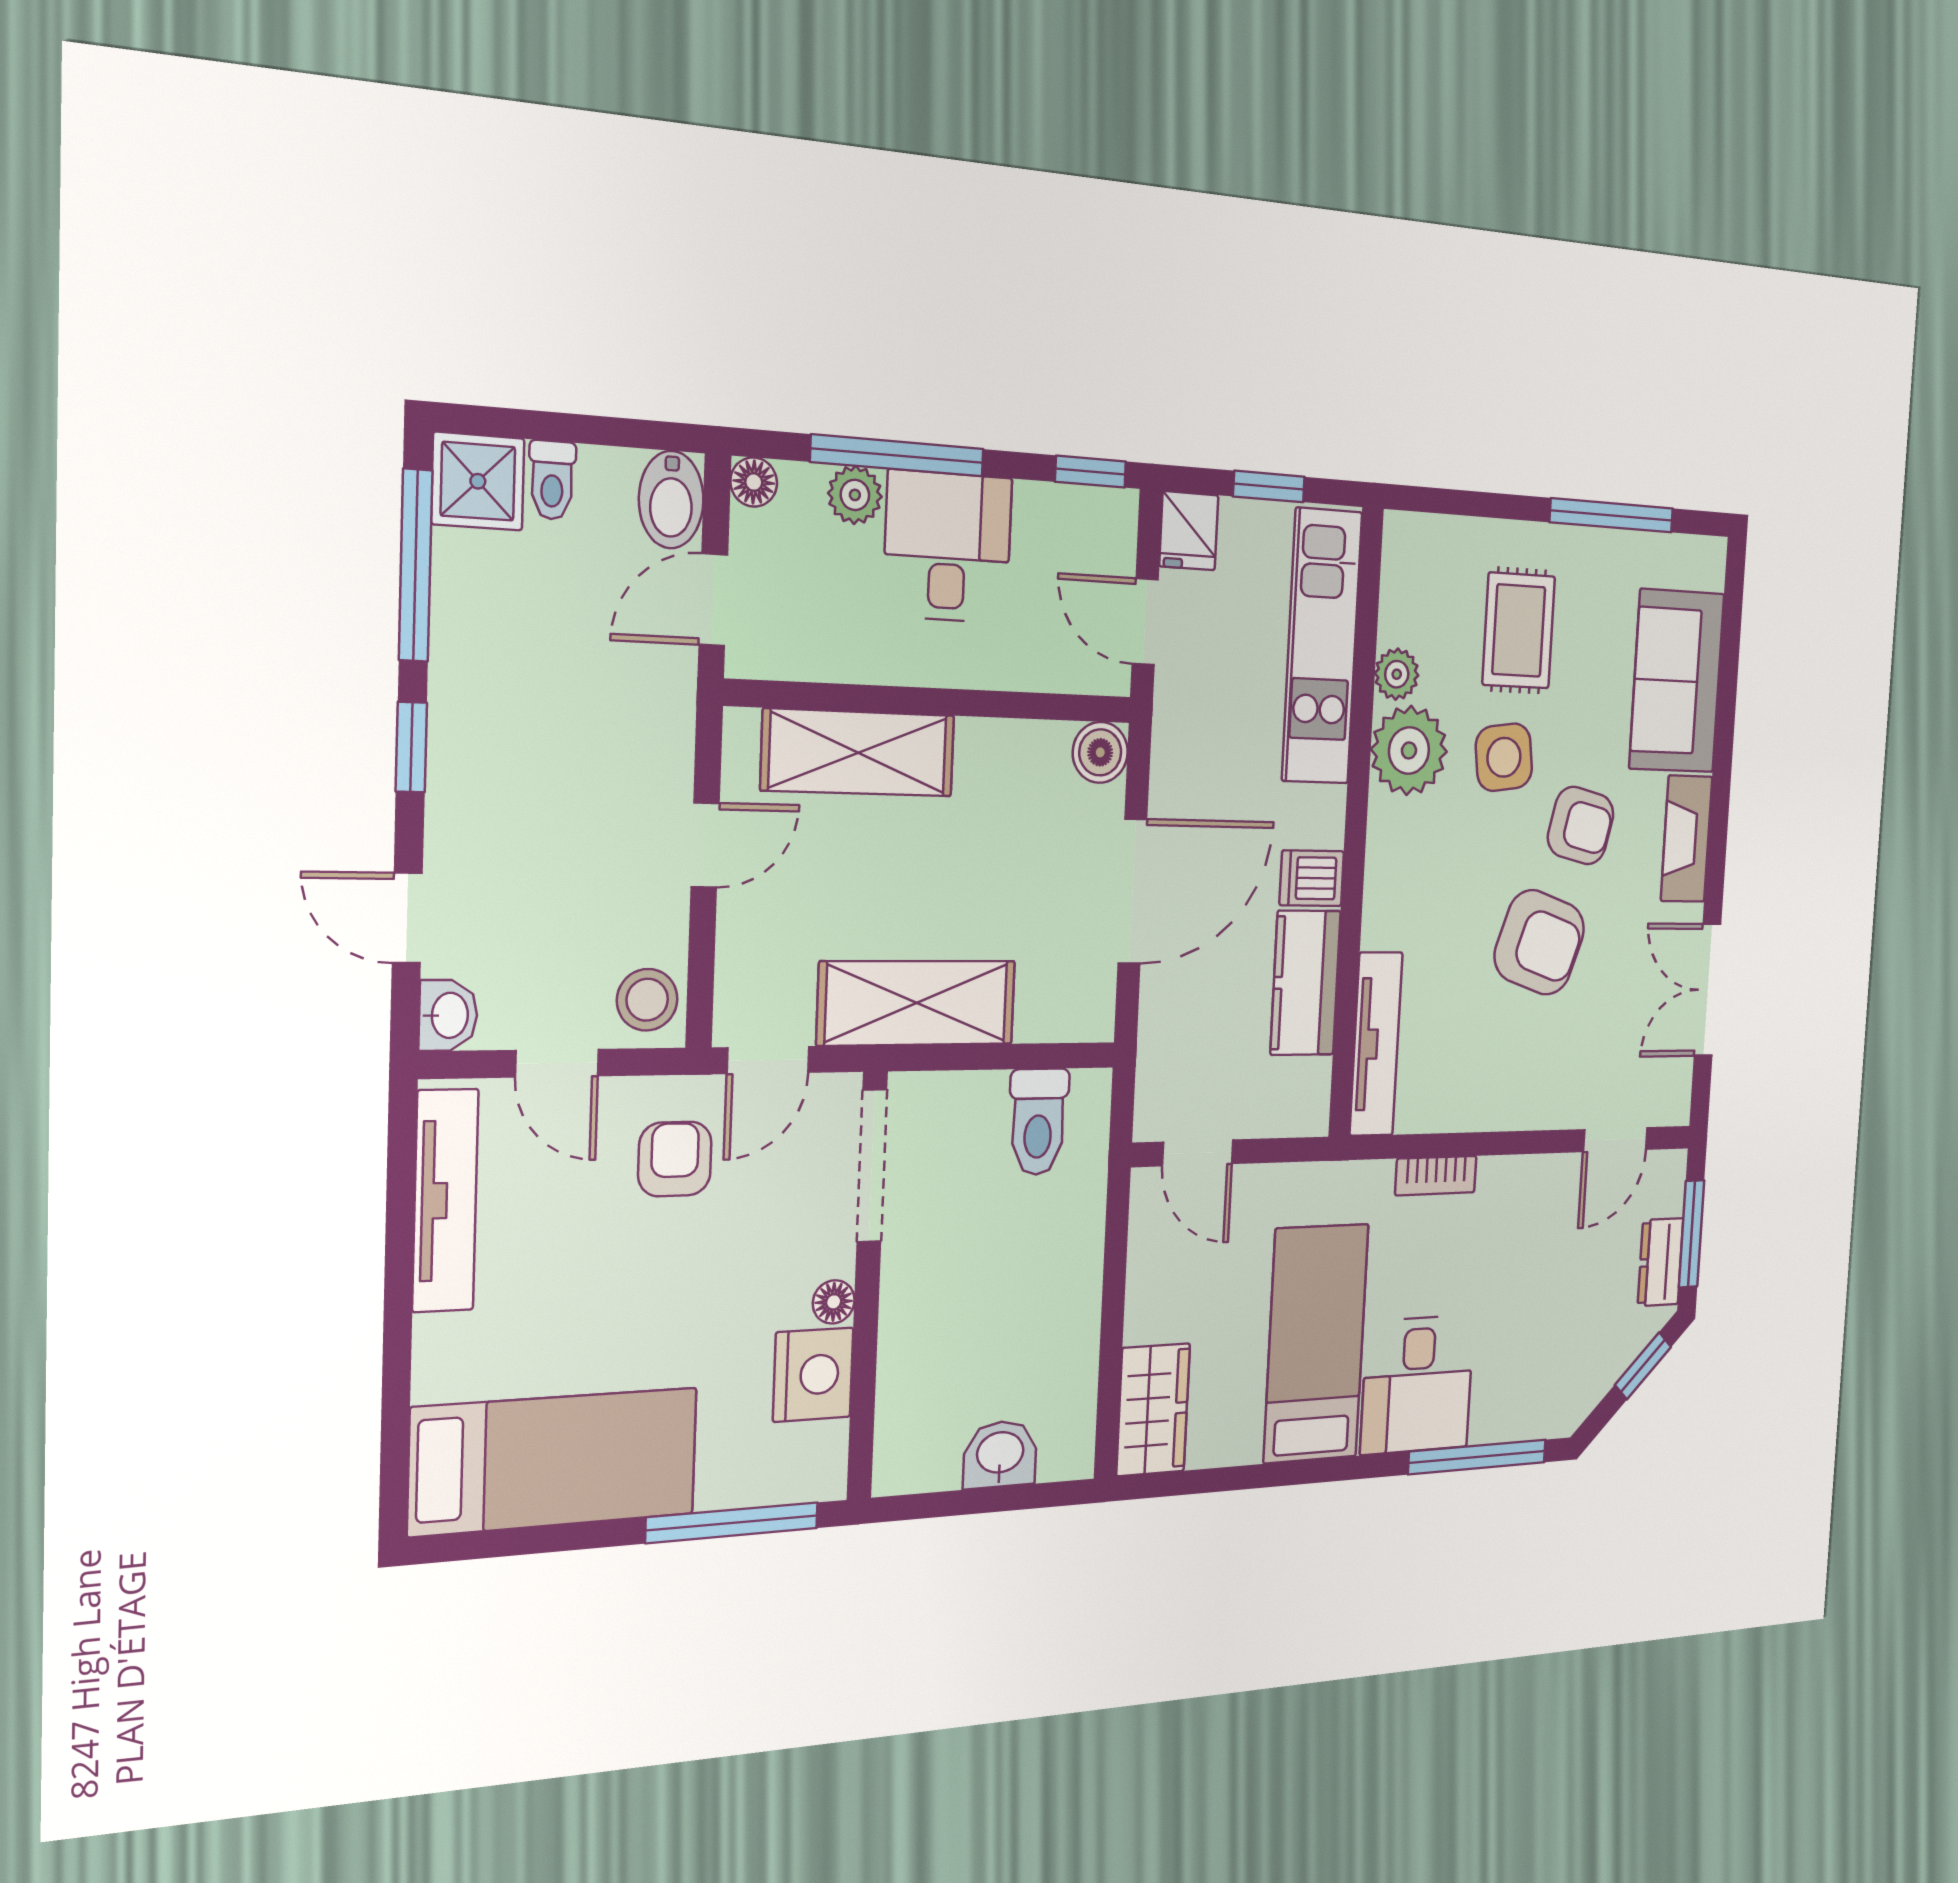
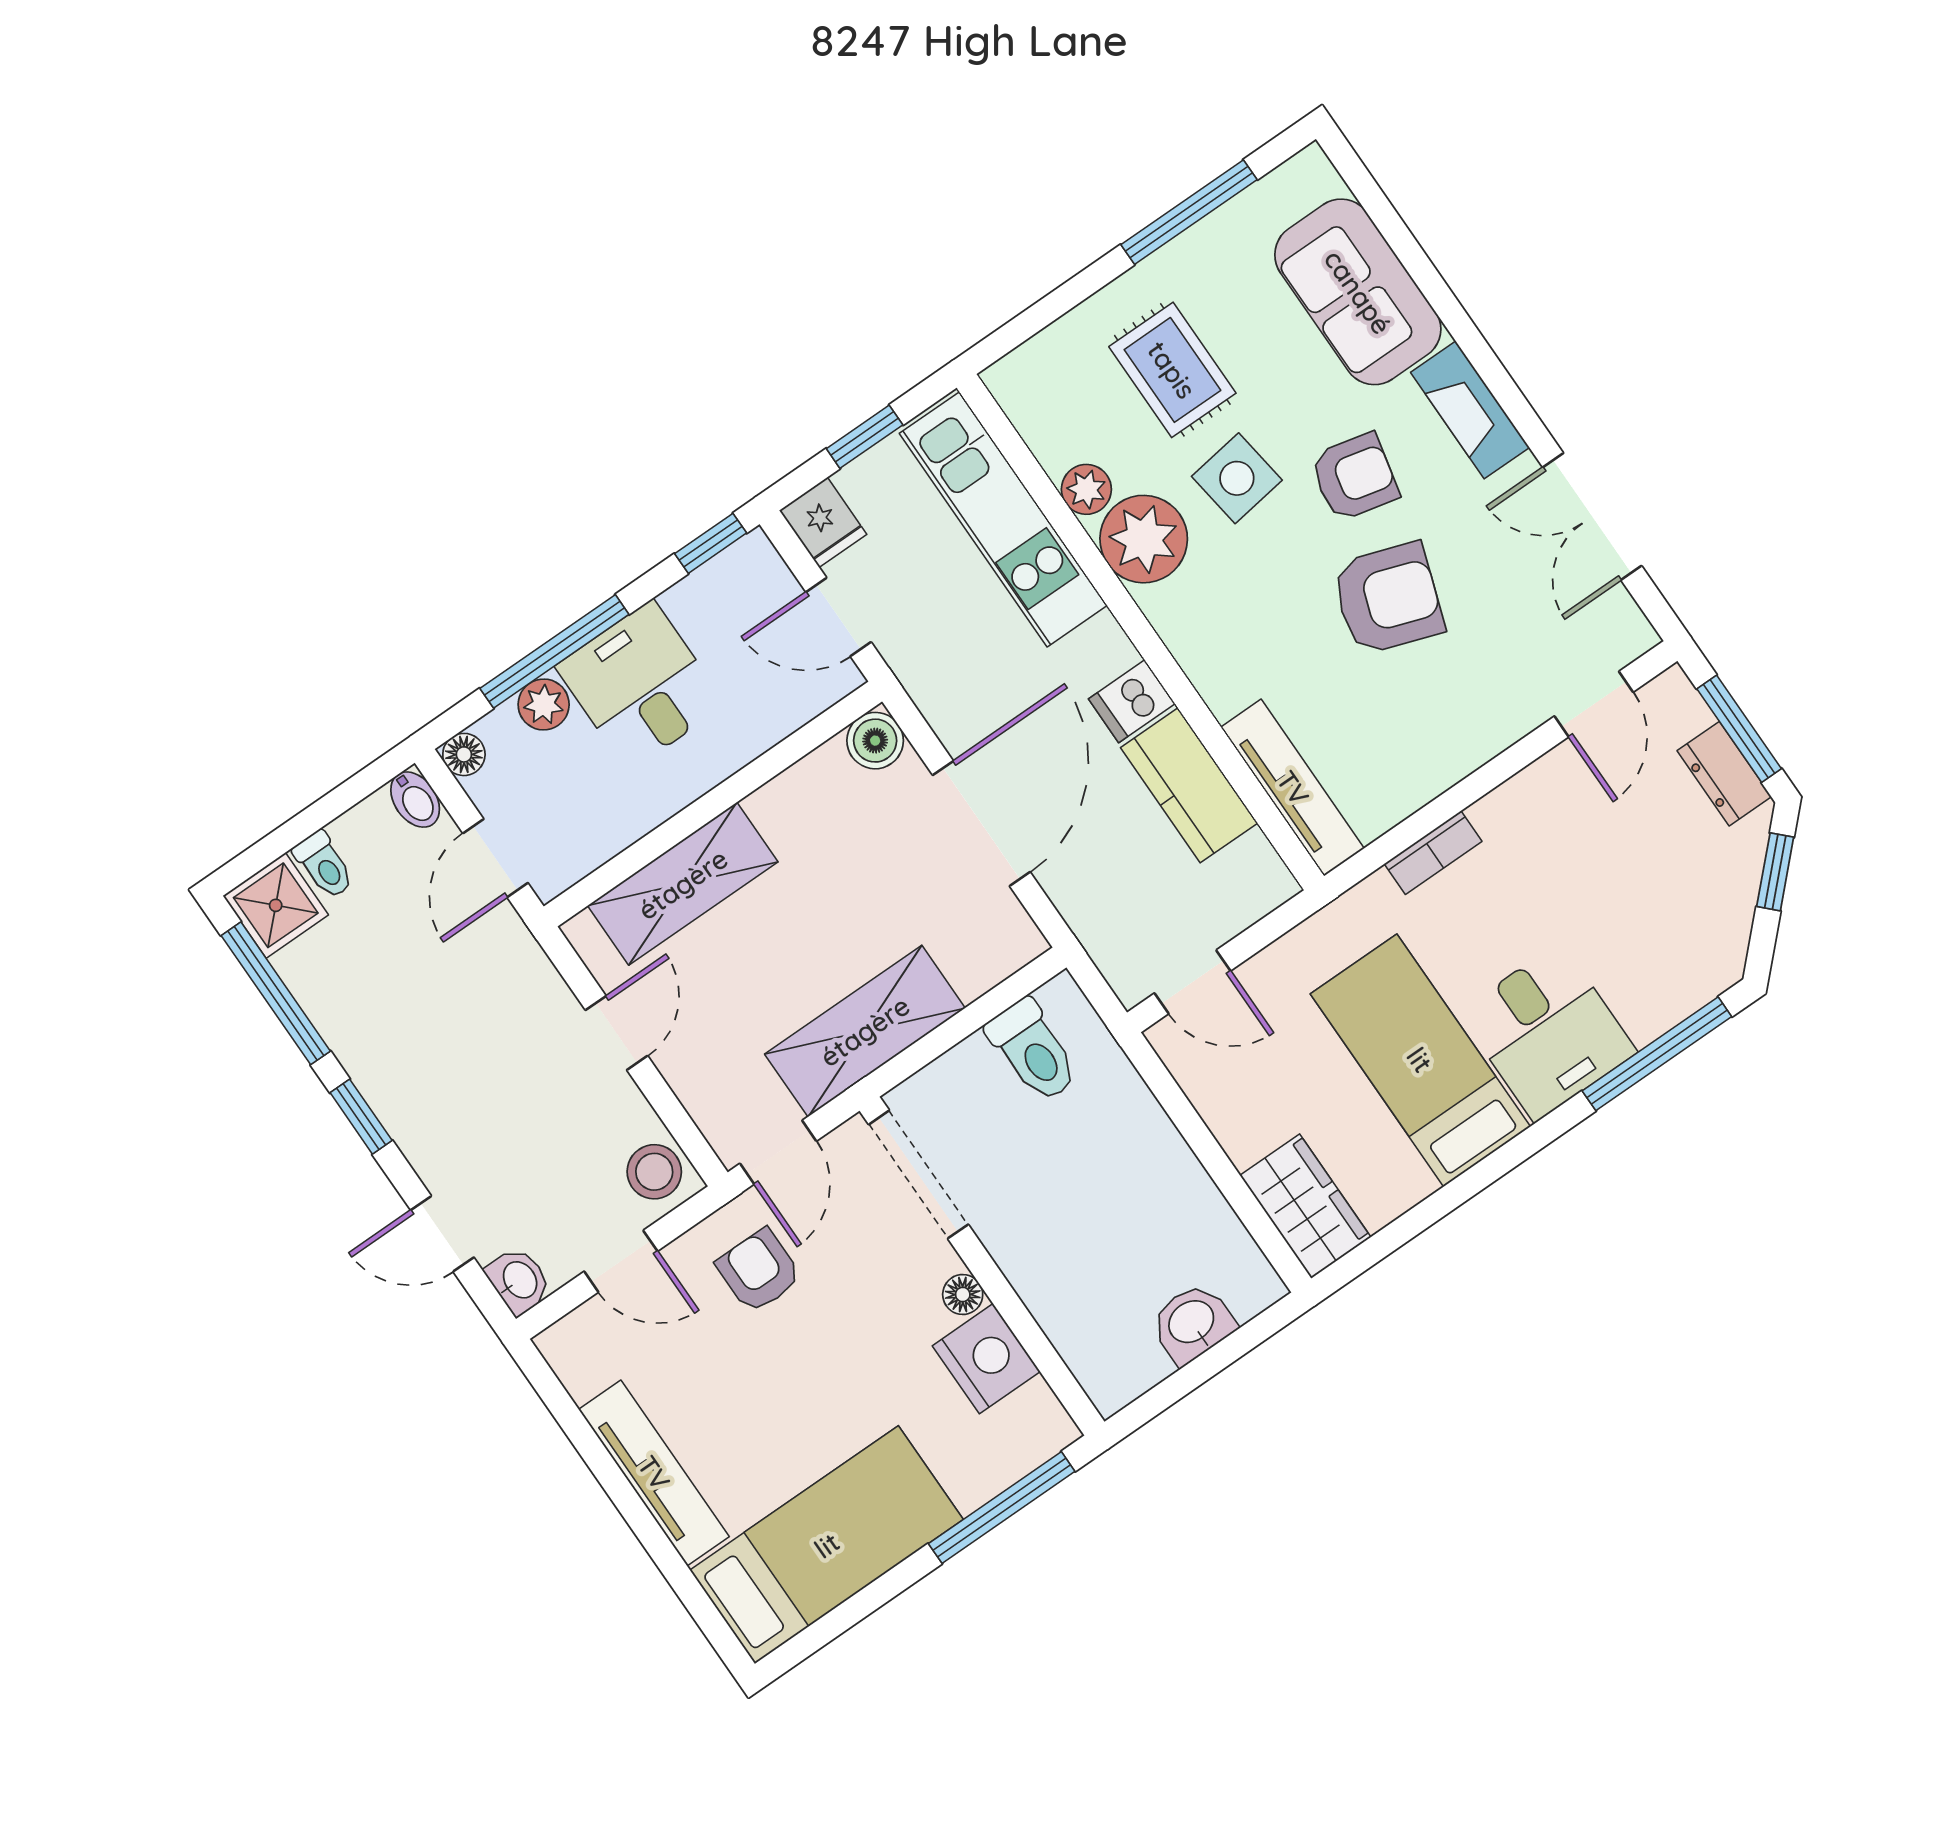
bidet: (671, 500) -> (415, 800), width x0.72, depth x0.74
tv unit: (445, 1201) -> (654, 1473), moved

